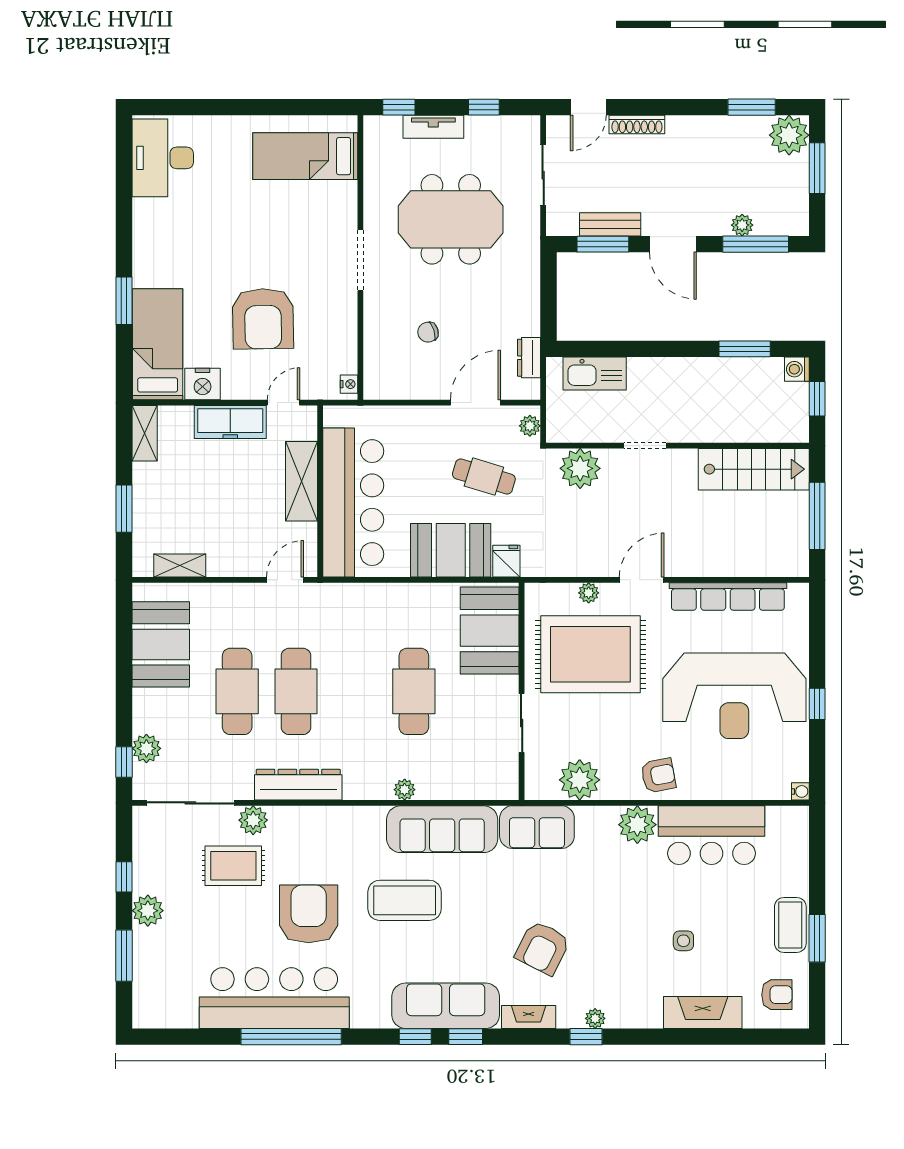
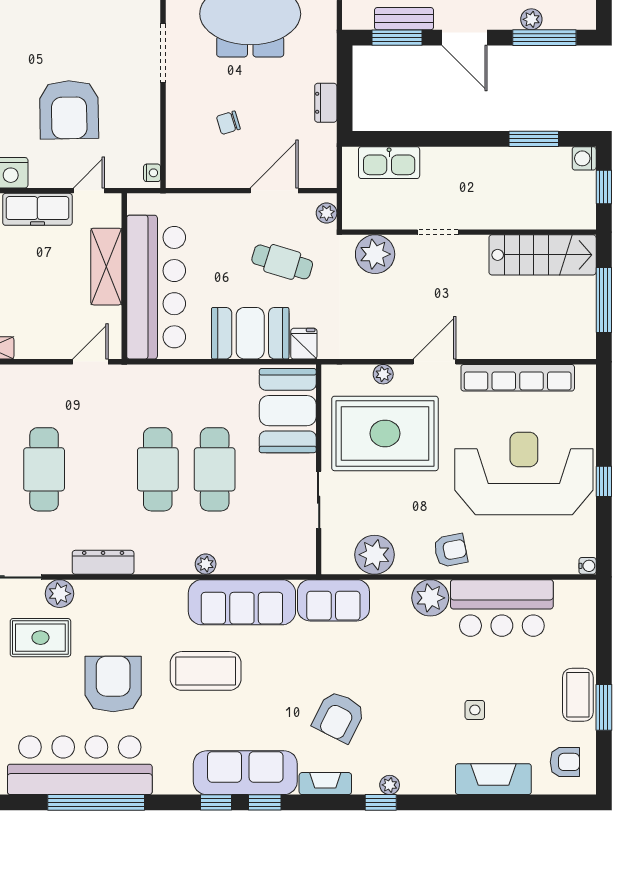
dresser: (529, 358) -> (326, 103), moved
cafe table: (296, 691) -> (158, 469), moved
reception desk: (734, 696) -> (524, 474), turned 180
dresser: (298, 785) -> (103, 562), width x0.73, depth x0.80

